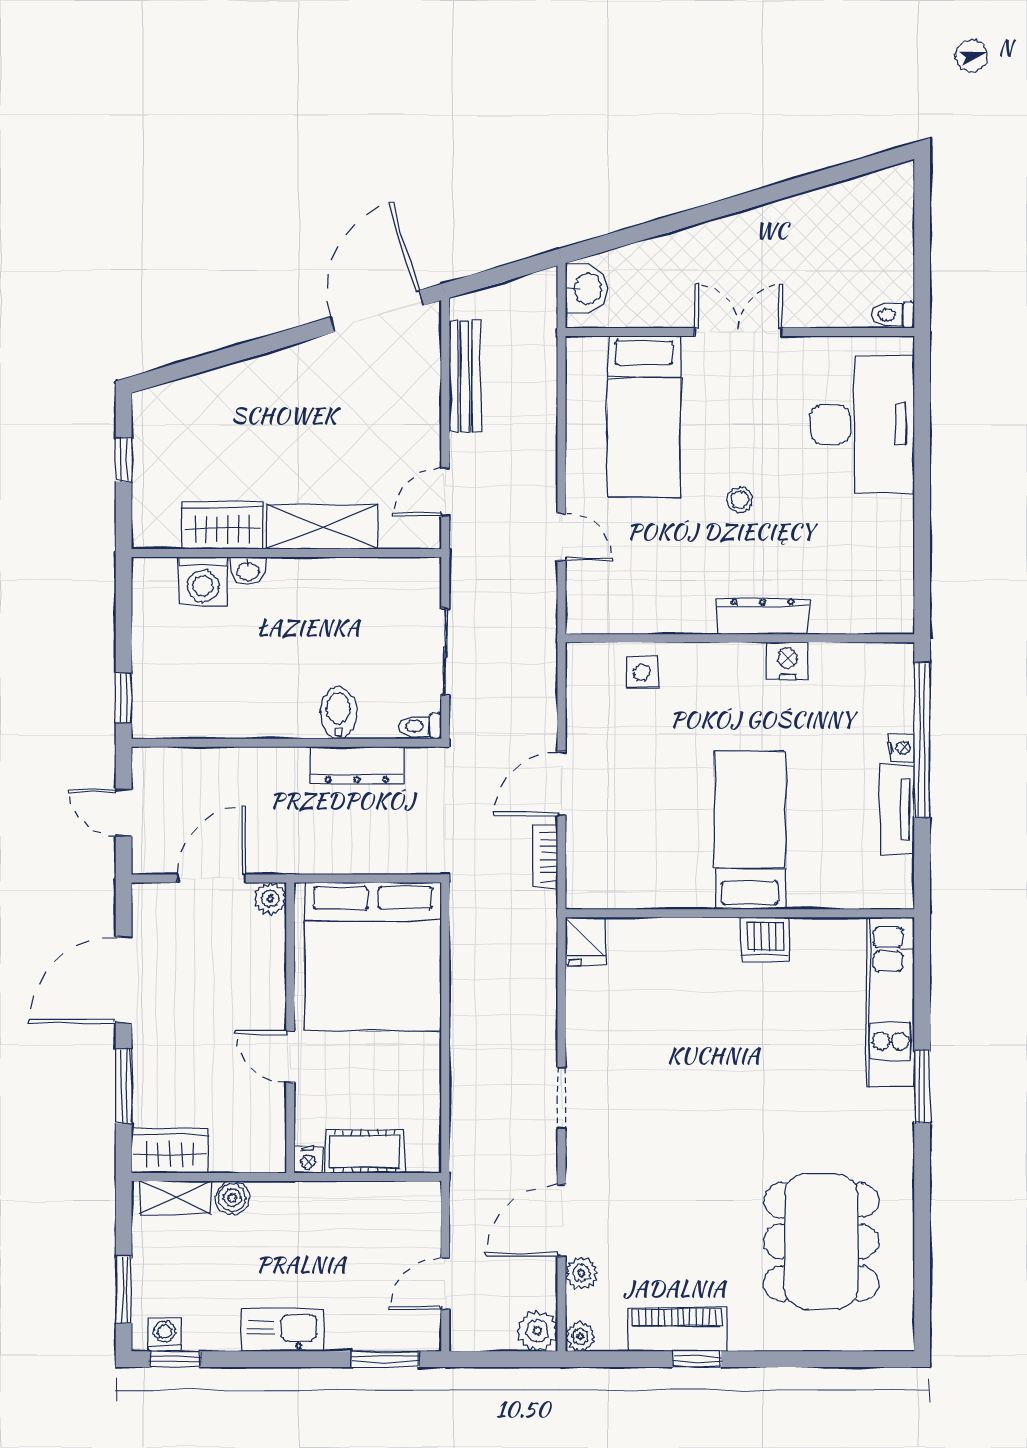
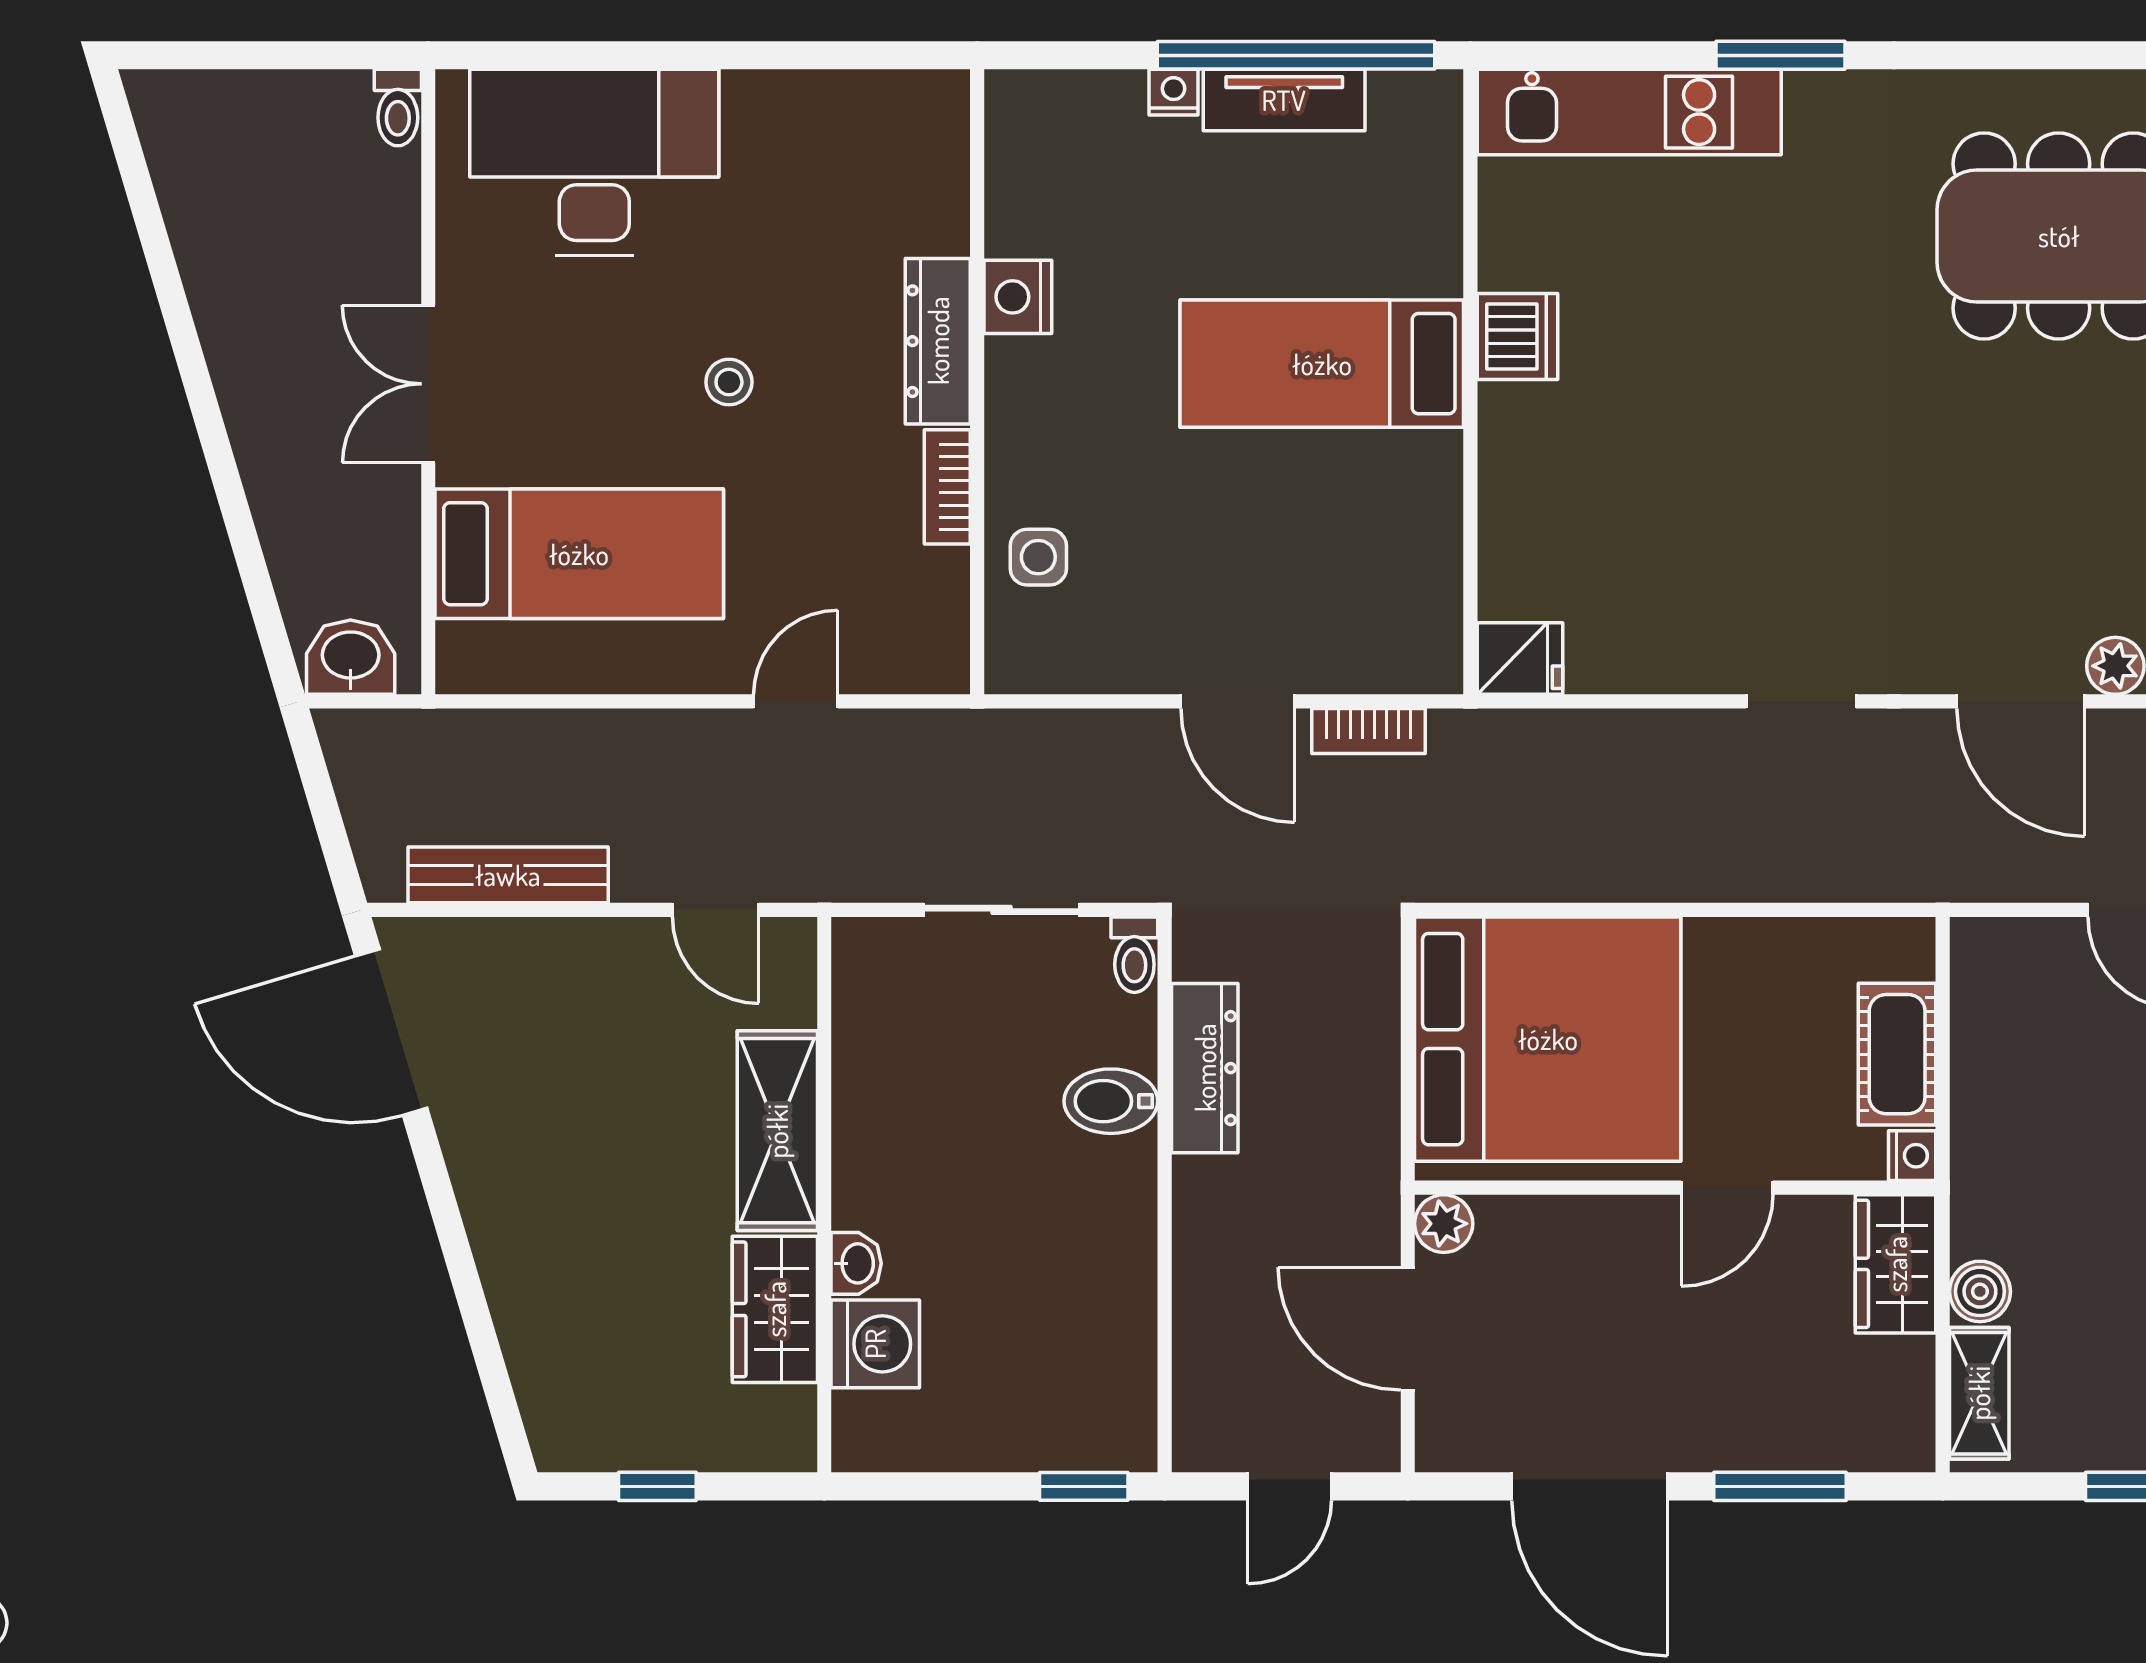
bookcase: (681, 622) -> (947, 487), added
window: (922, 740) -> (1296, 55), moved
wardrobe: (170, 1151) -> (1896, 1264), moved

